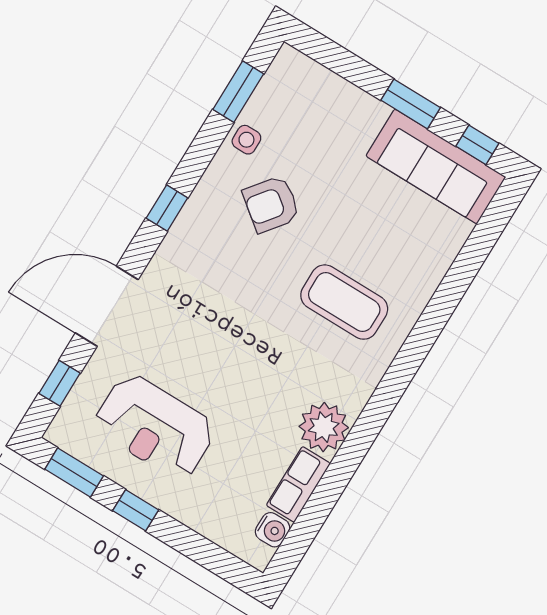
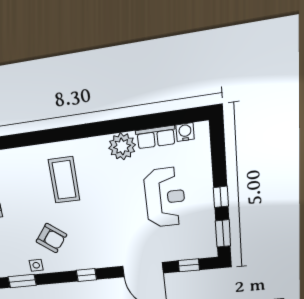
reception desk: (155, 427) -> (165, 197), moved

